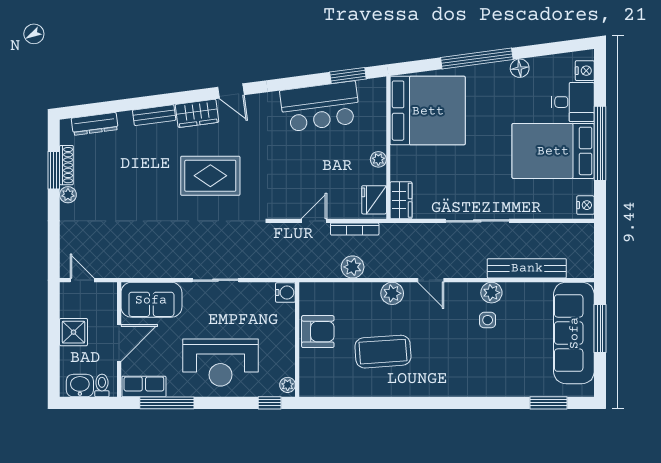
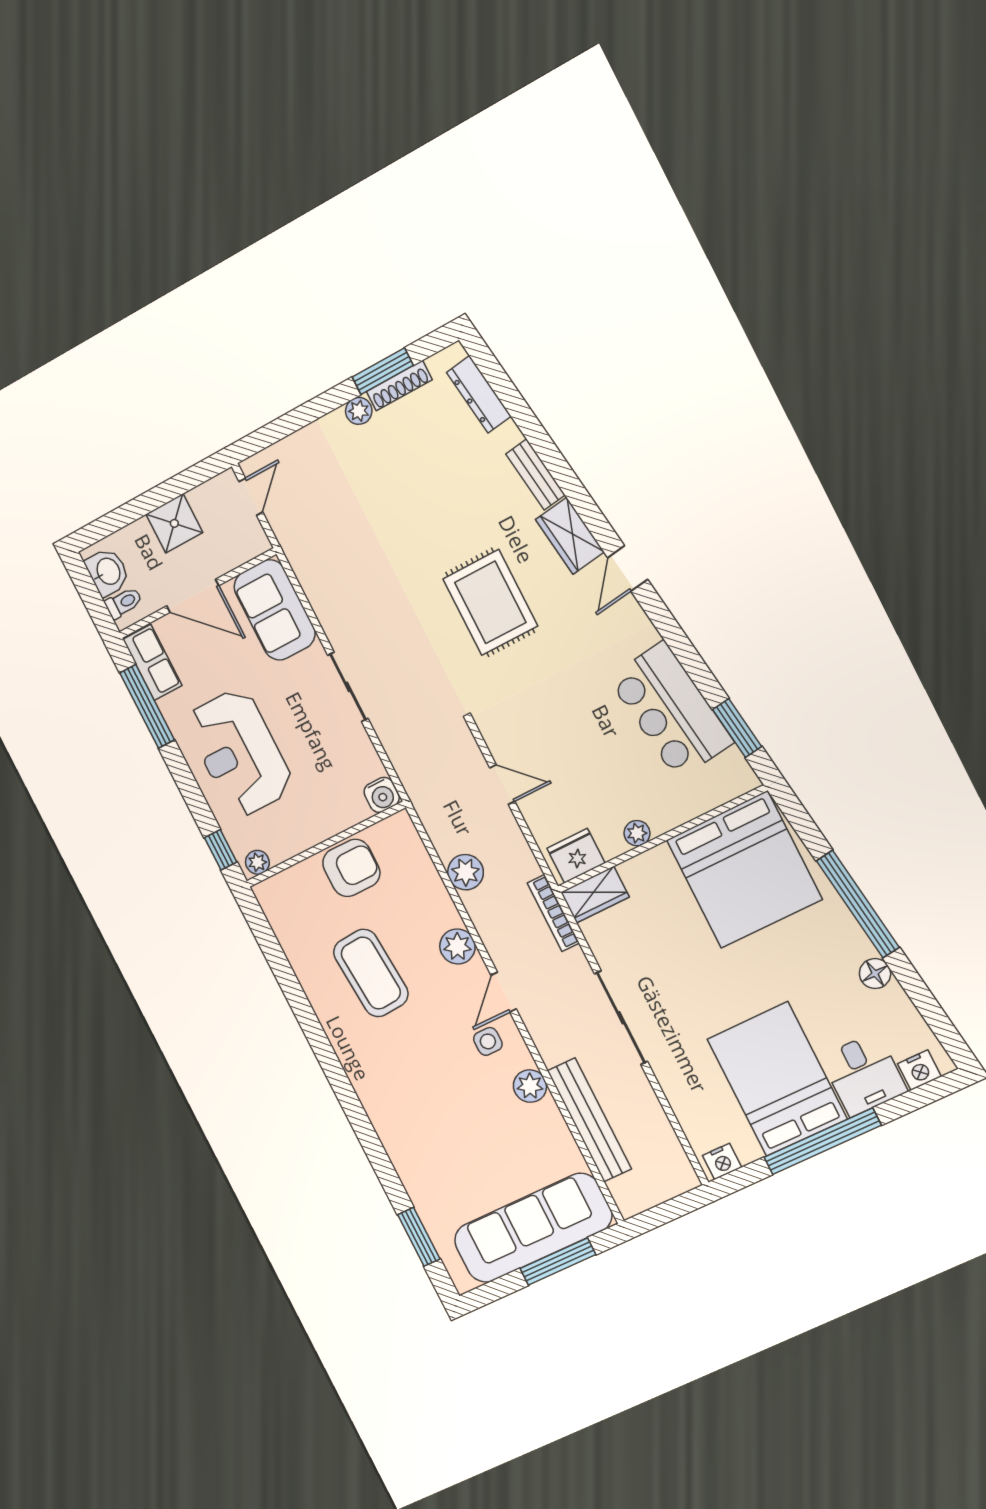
bookcase: (355, 229) -> (553, 913), moved
side table: (488, 320) -> (488, 1041), moved
armchair: (318, 332) -> (351, 868), turned -90

